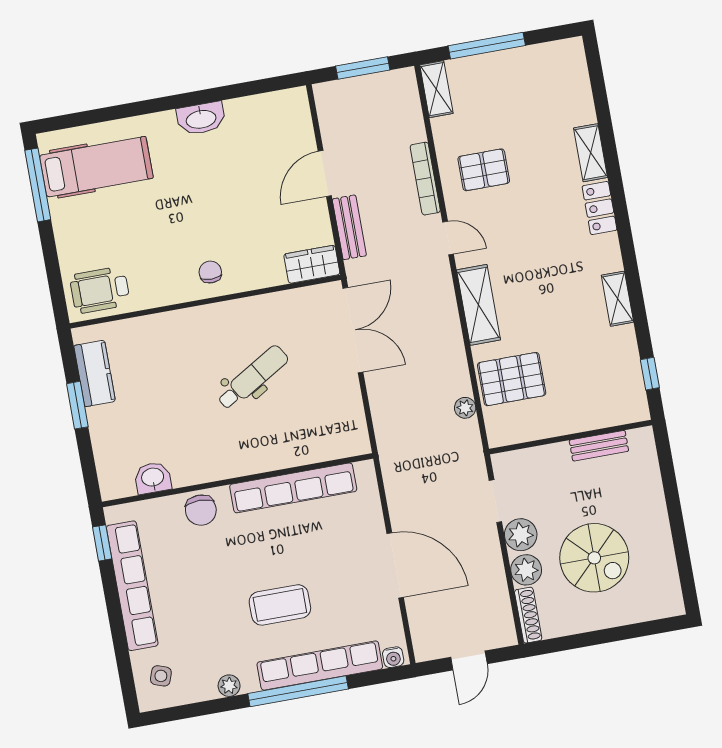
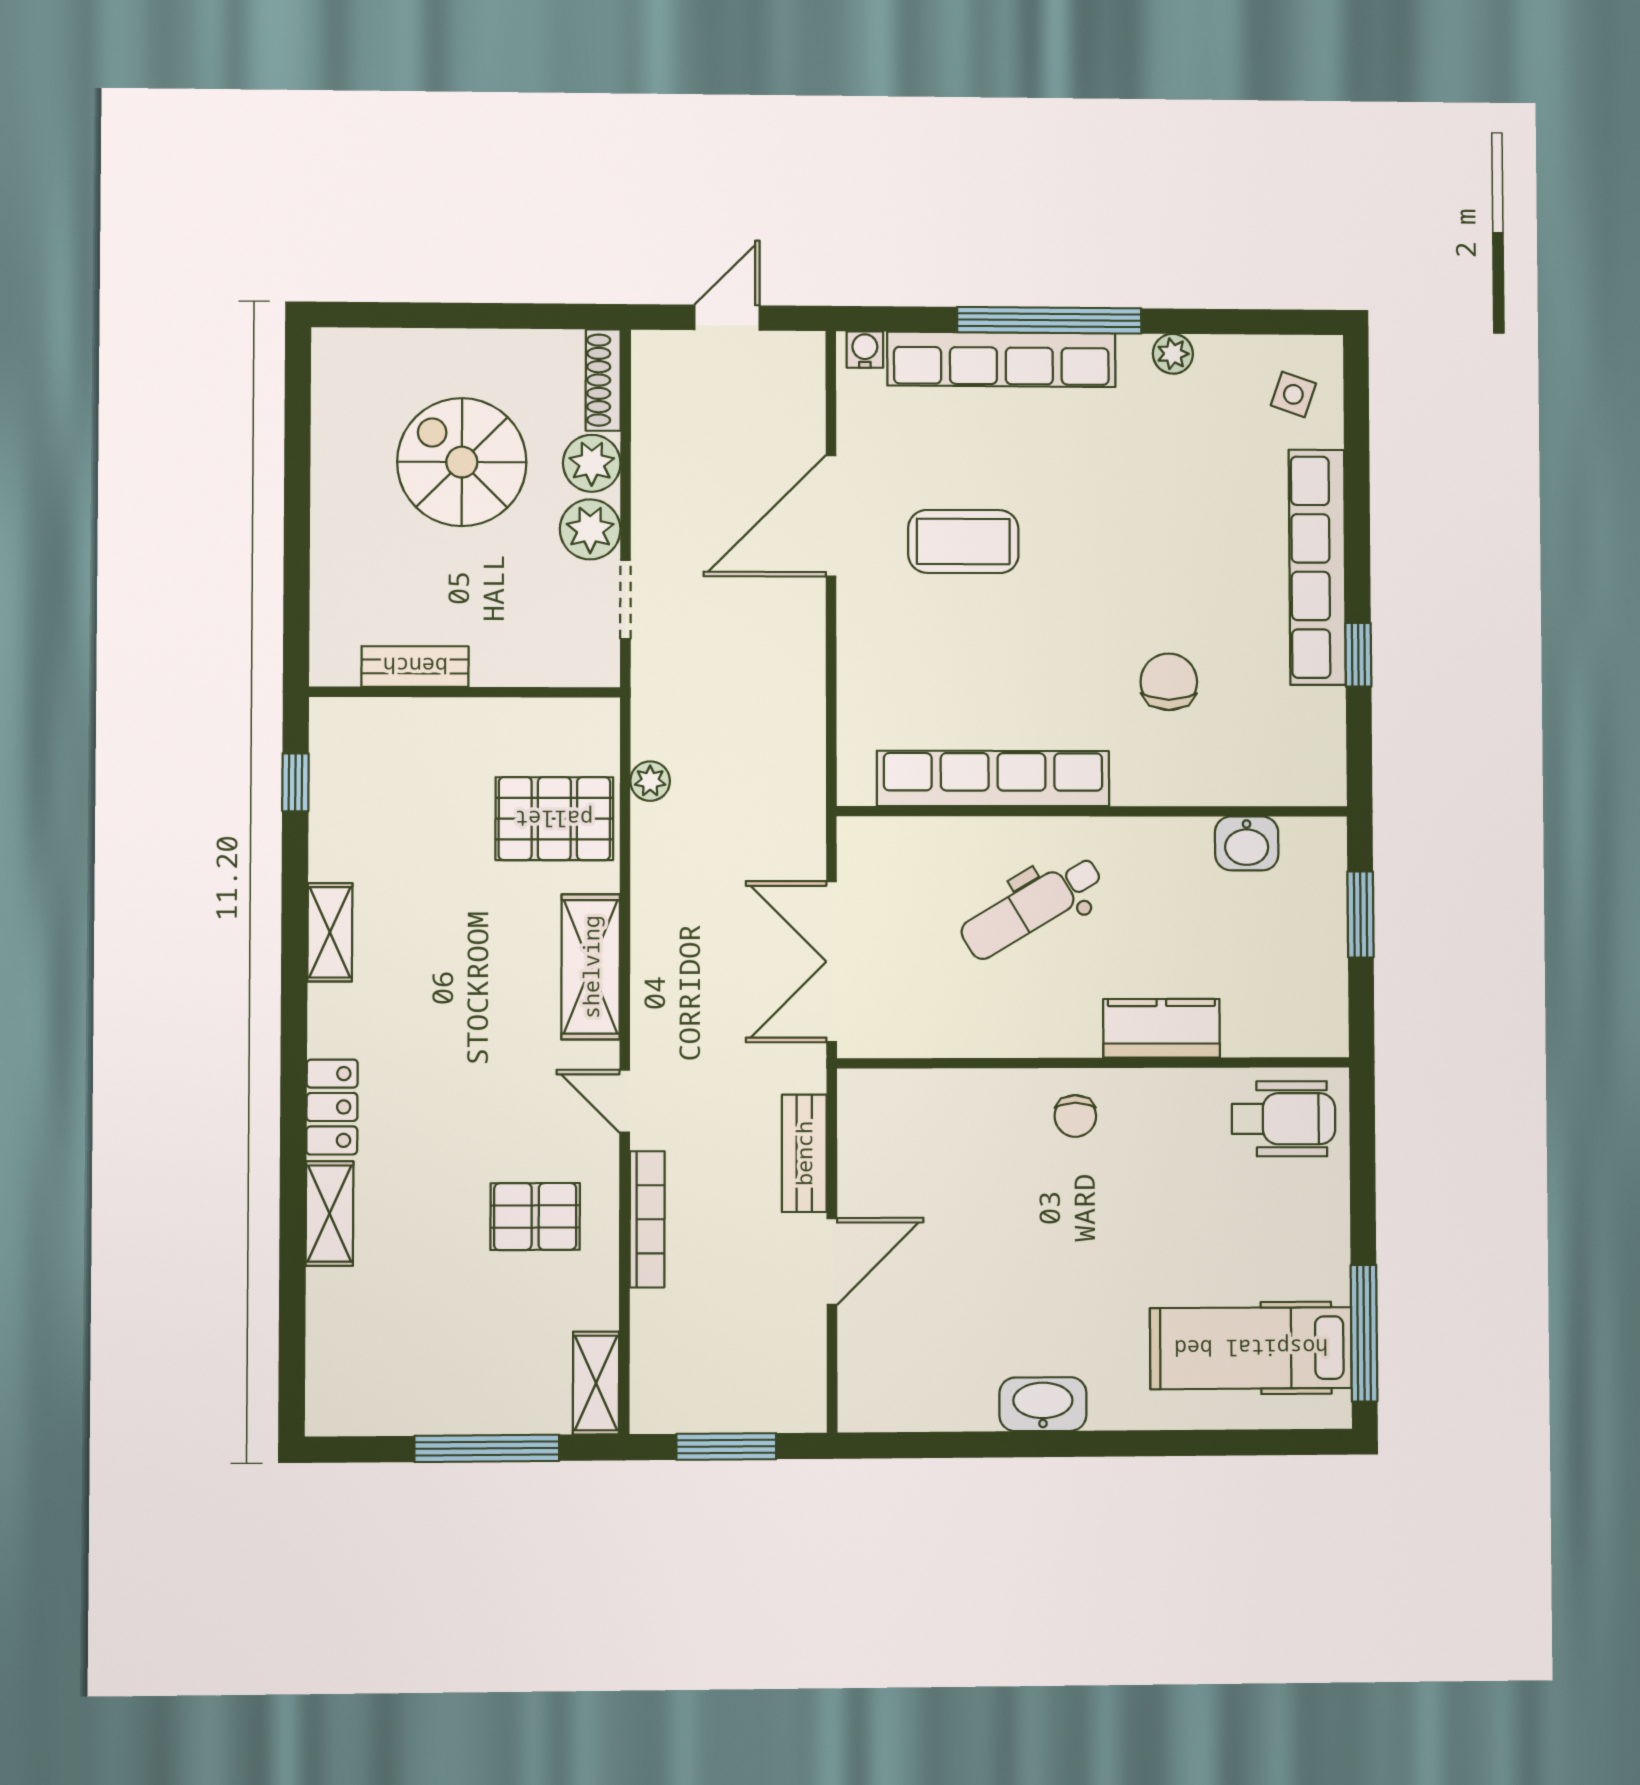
wardrobe: (312, 264) -> (886, 1097), removed
kitchen counter: (95, 373) -> (1162, 1028), moved, turned 90
washbasin: (153, 478) -> (1247, 843), moved
wall: (237, 480) -> (1093, 811), moved
row of seats: (293, 488) -> (993, 778), moved
door: (395, 565) -> (831, 516), hinge flipped
coffee table: (280, 605) -> (963, 541), moved

